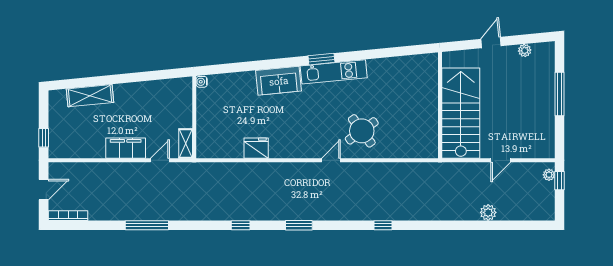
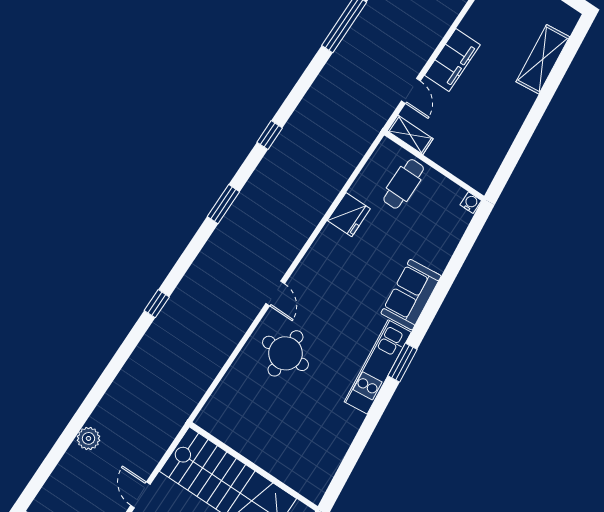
cafe table: (217, 128) -> (404, 184), added
round table: (362, 131) -> (285, 353), turned 36

